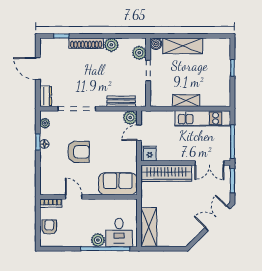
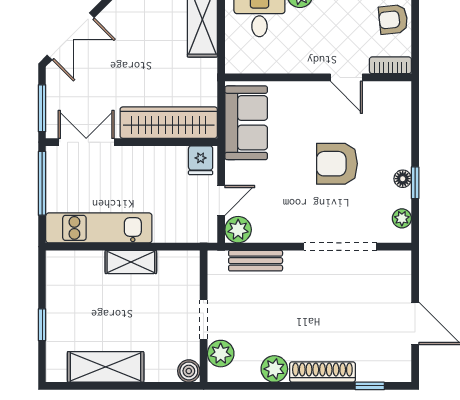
shelving: (183, 46) -> (106, 367), moved
dresser: (46, 96) -> (400, 270), removed
sofa: (118, 184) -> (246, 123), moved, turned -90
armchair: (49, 227) -> (393, 19), turned 84

